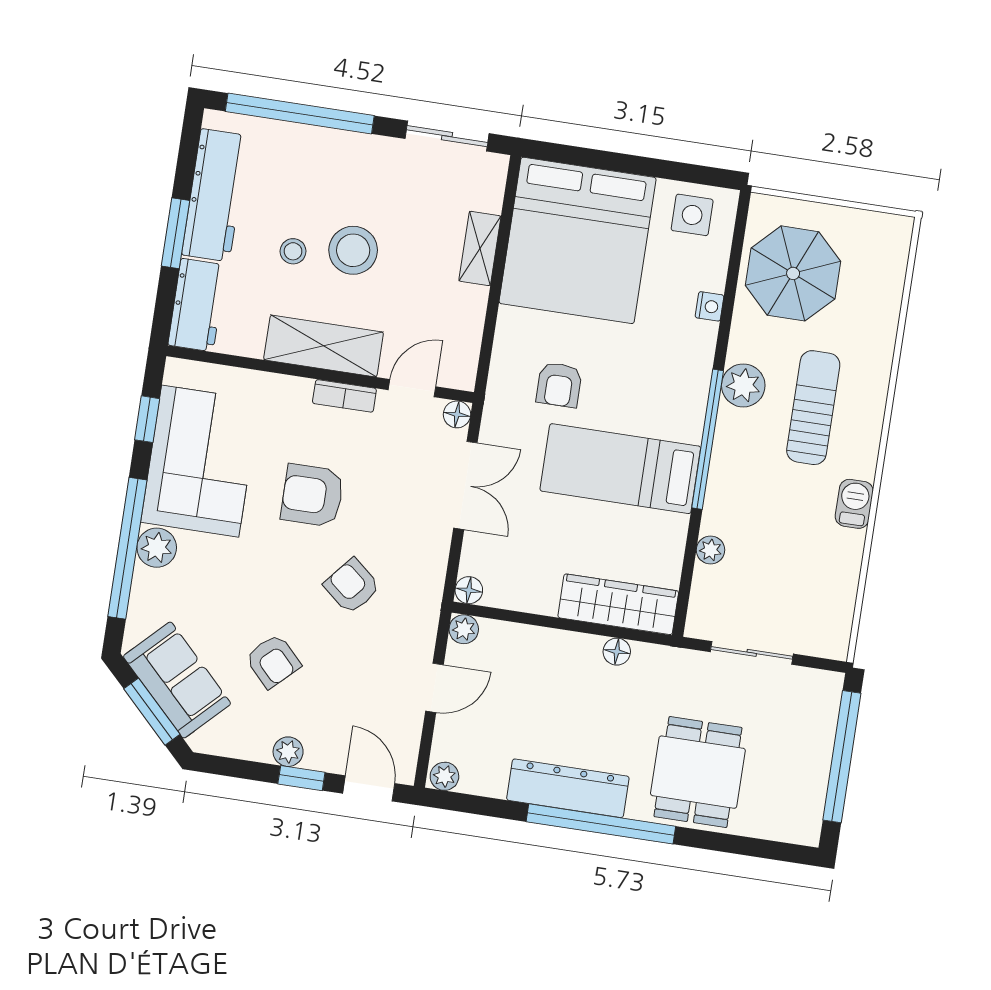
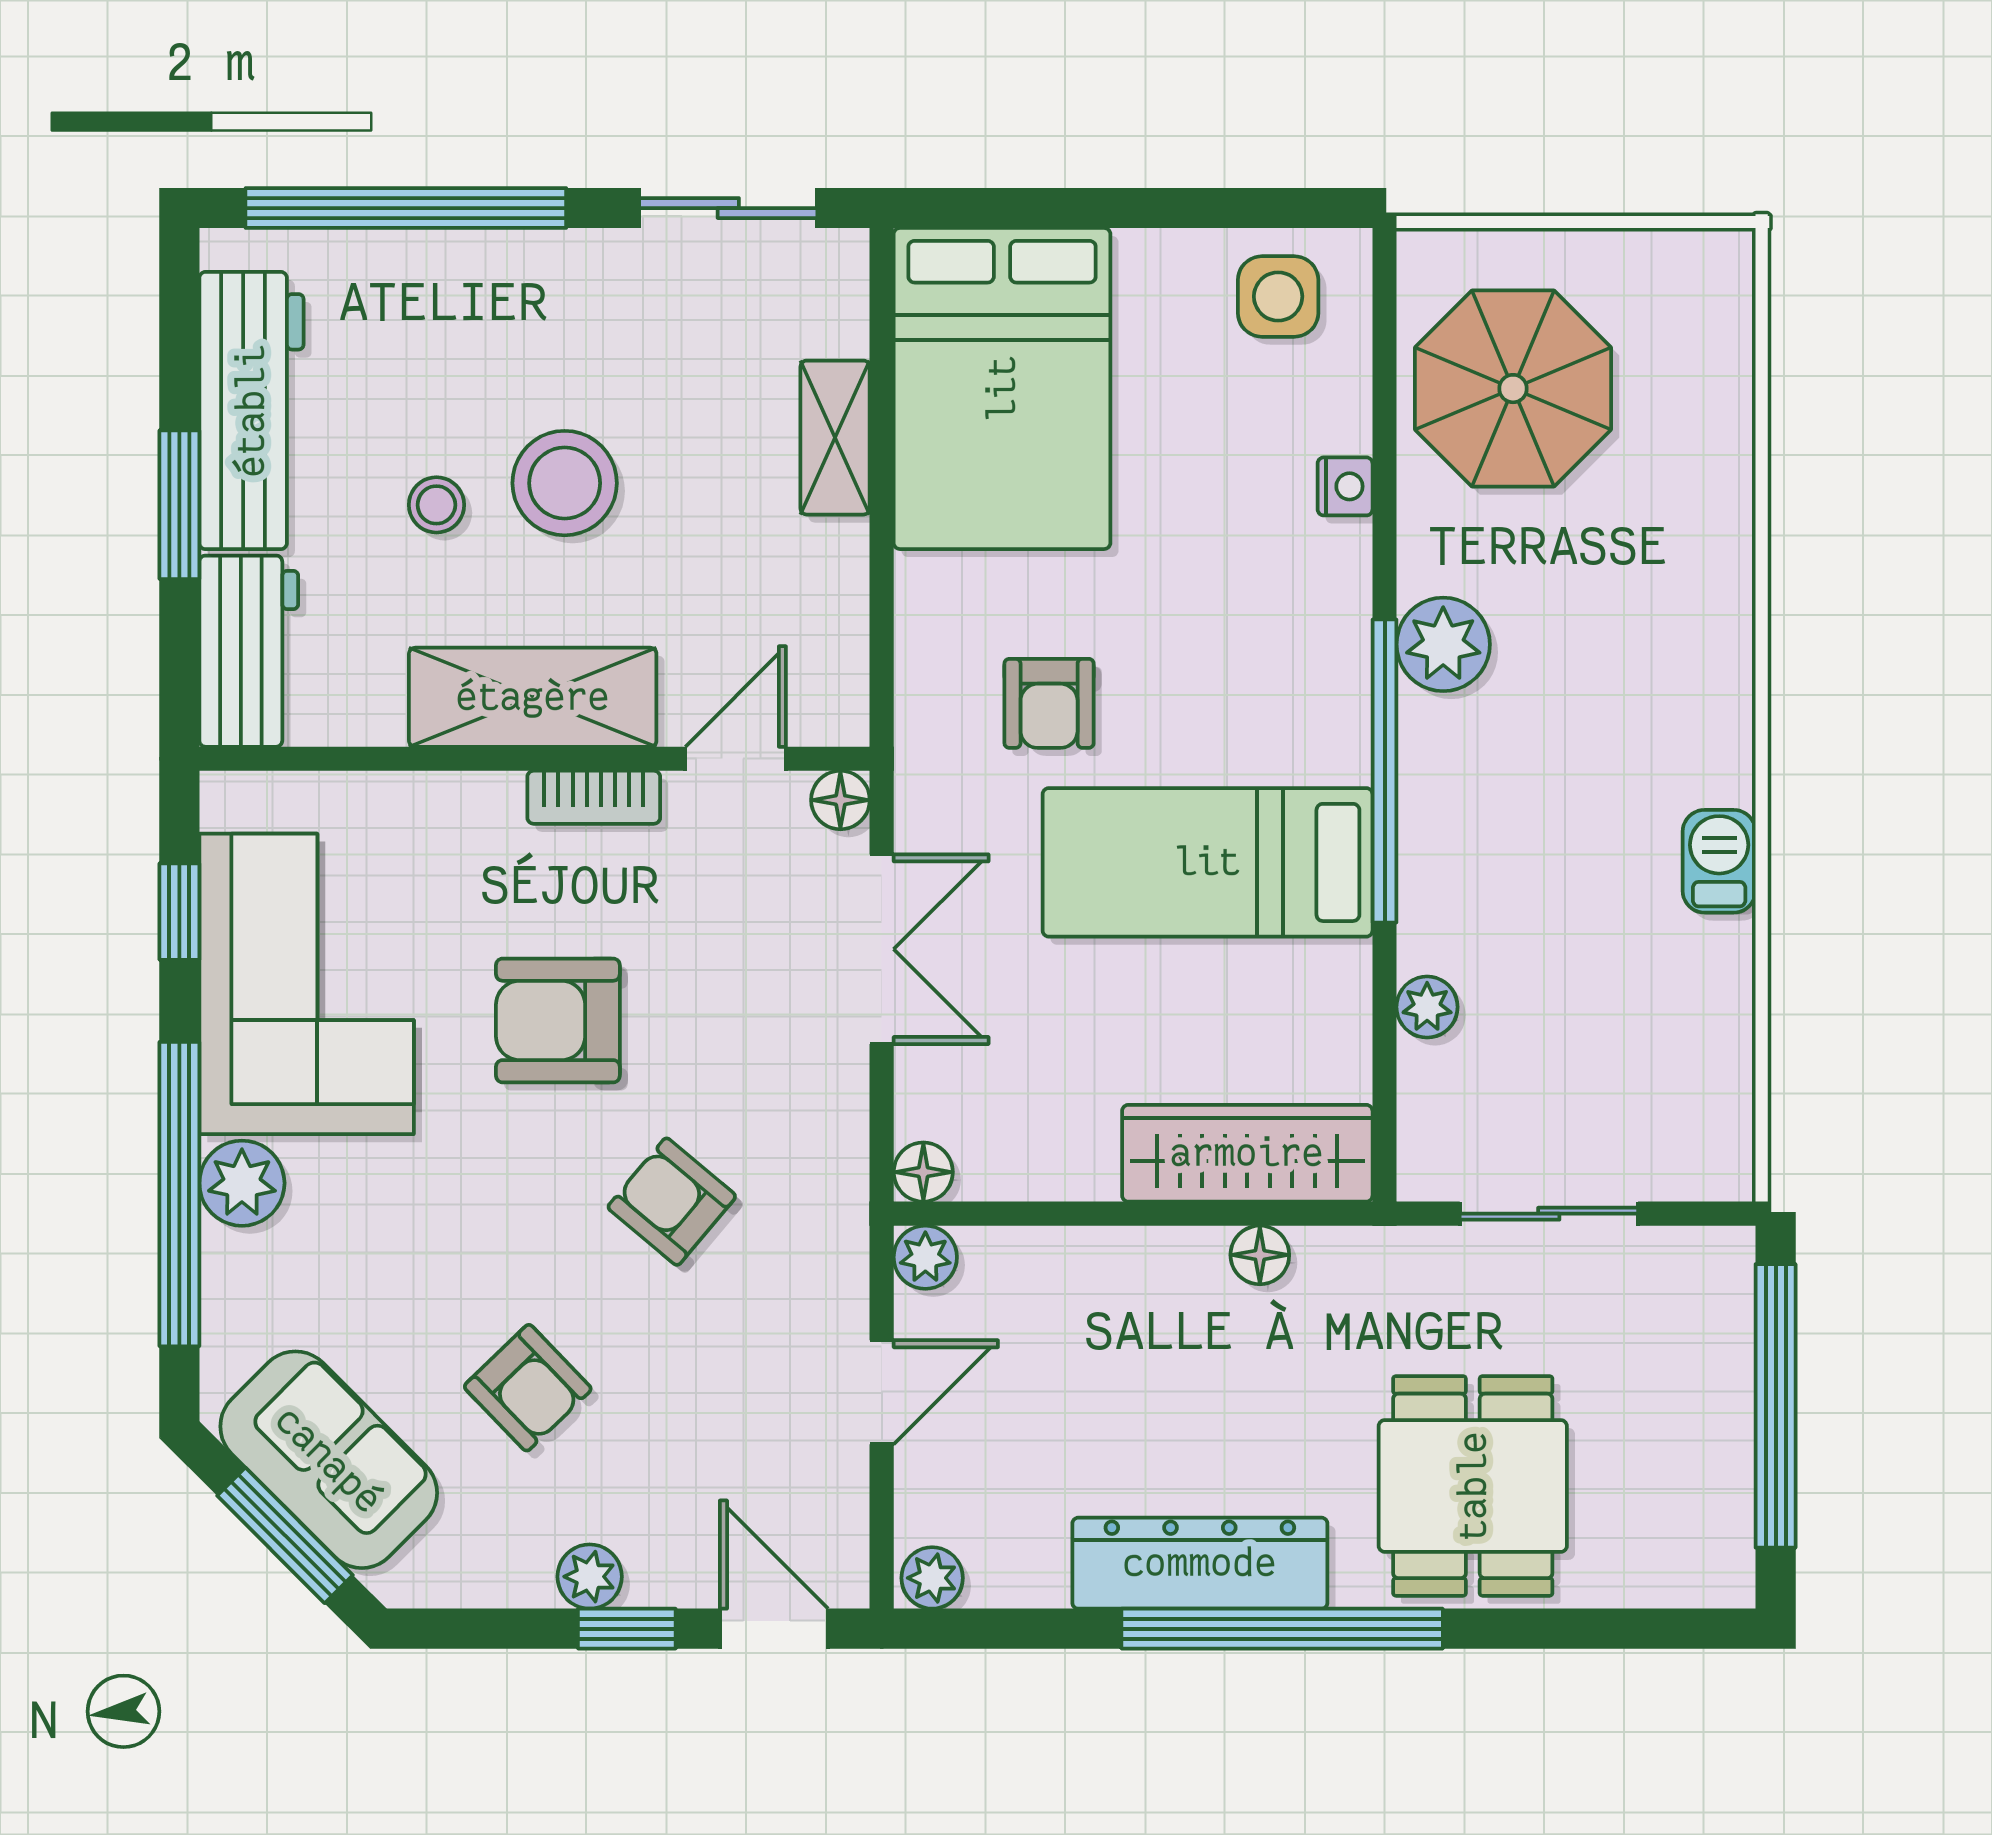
bed: (578, 240) -> (1002, 388), width x0.73
sun lounger: (813, 408) -> (1600, 669), removed

